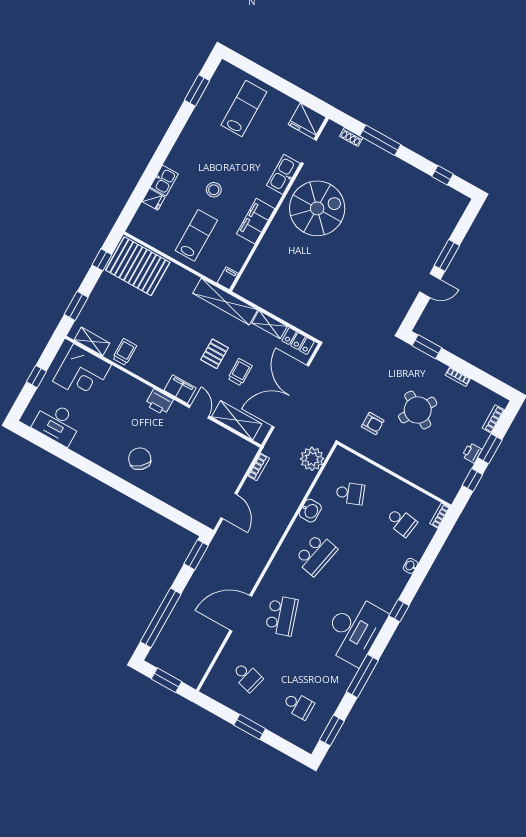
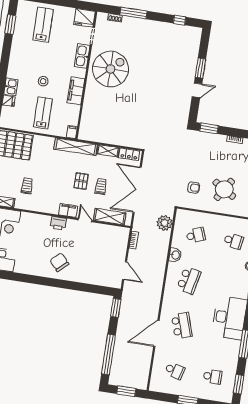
trolley: (125, 352) -> (27, 186), moved
round table: (418, 410) -> (224, 189), moved

